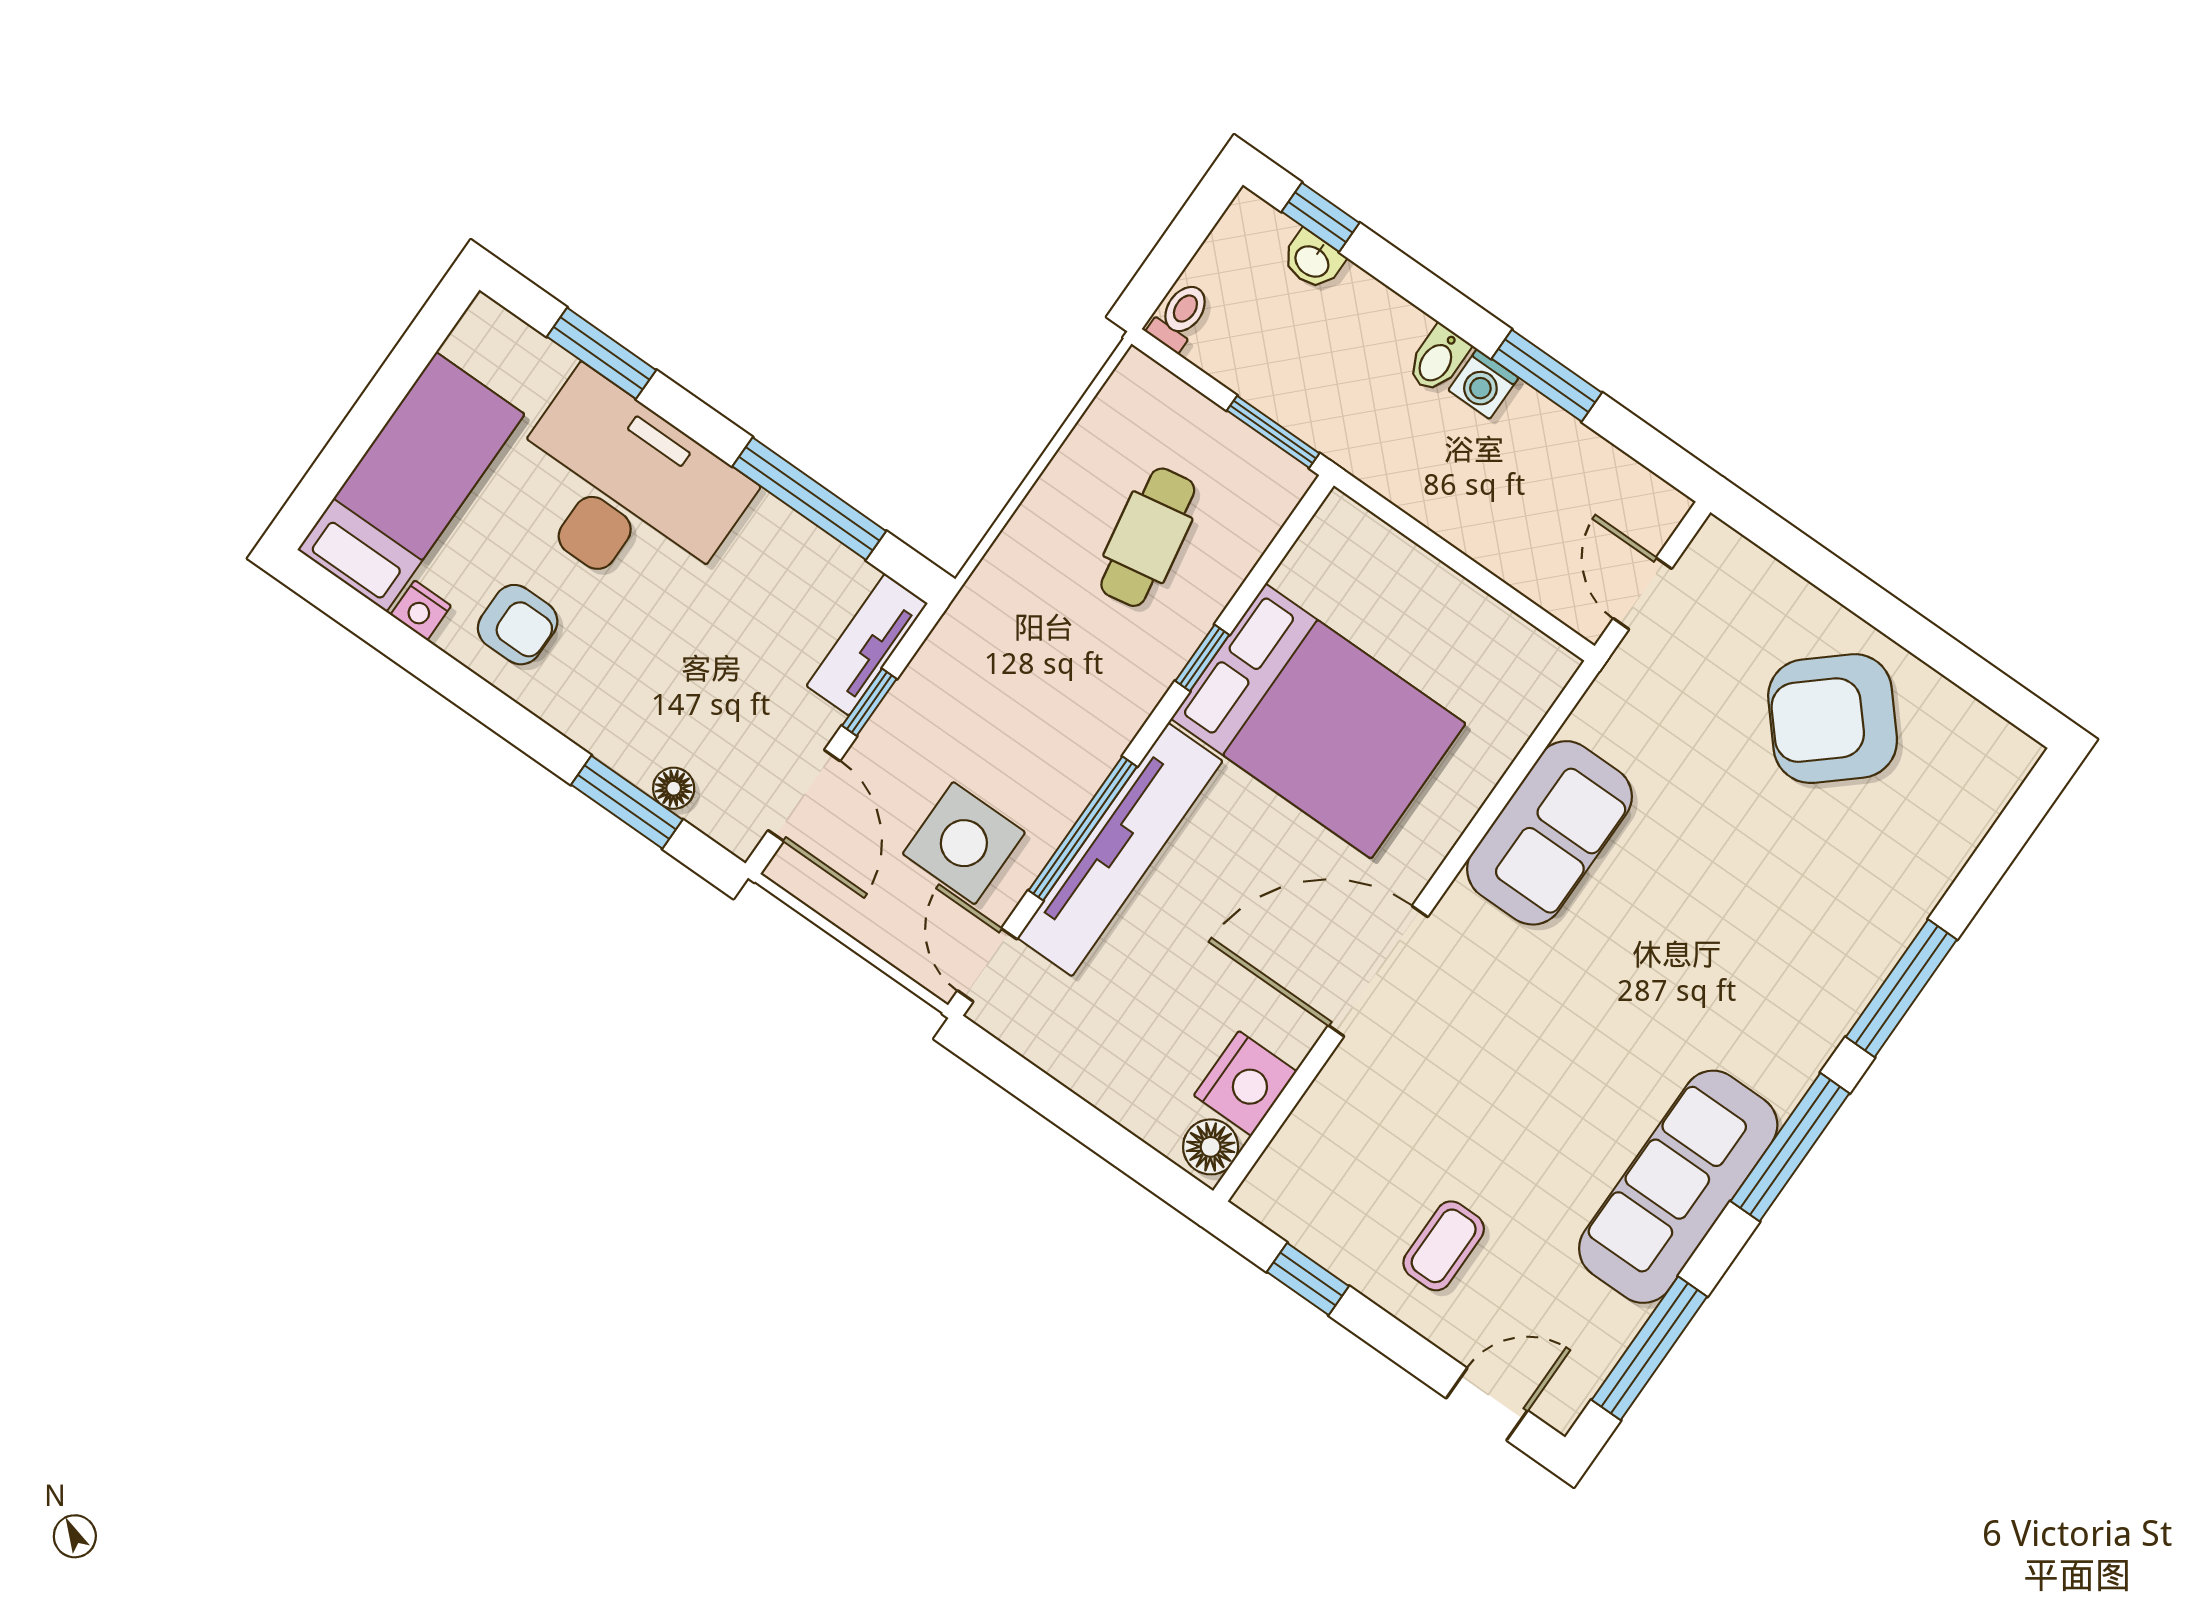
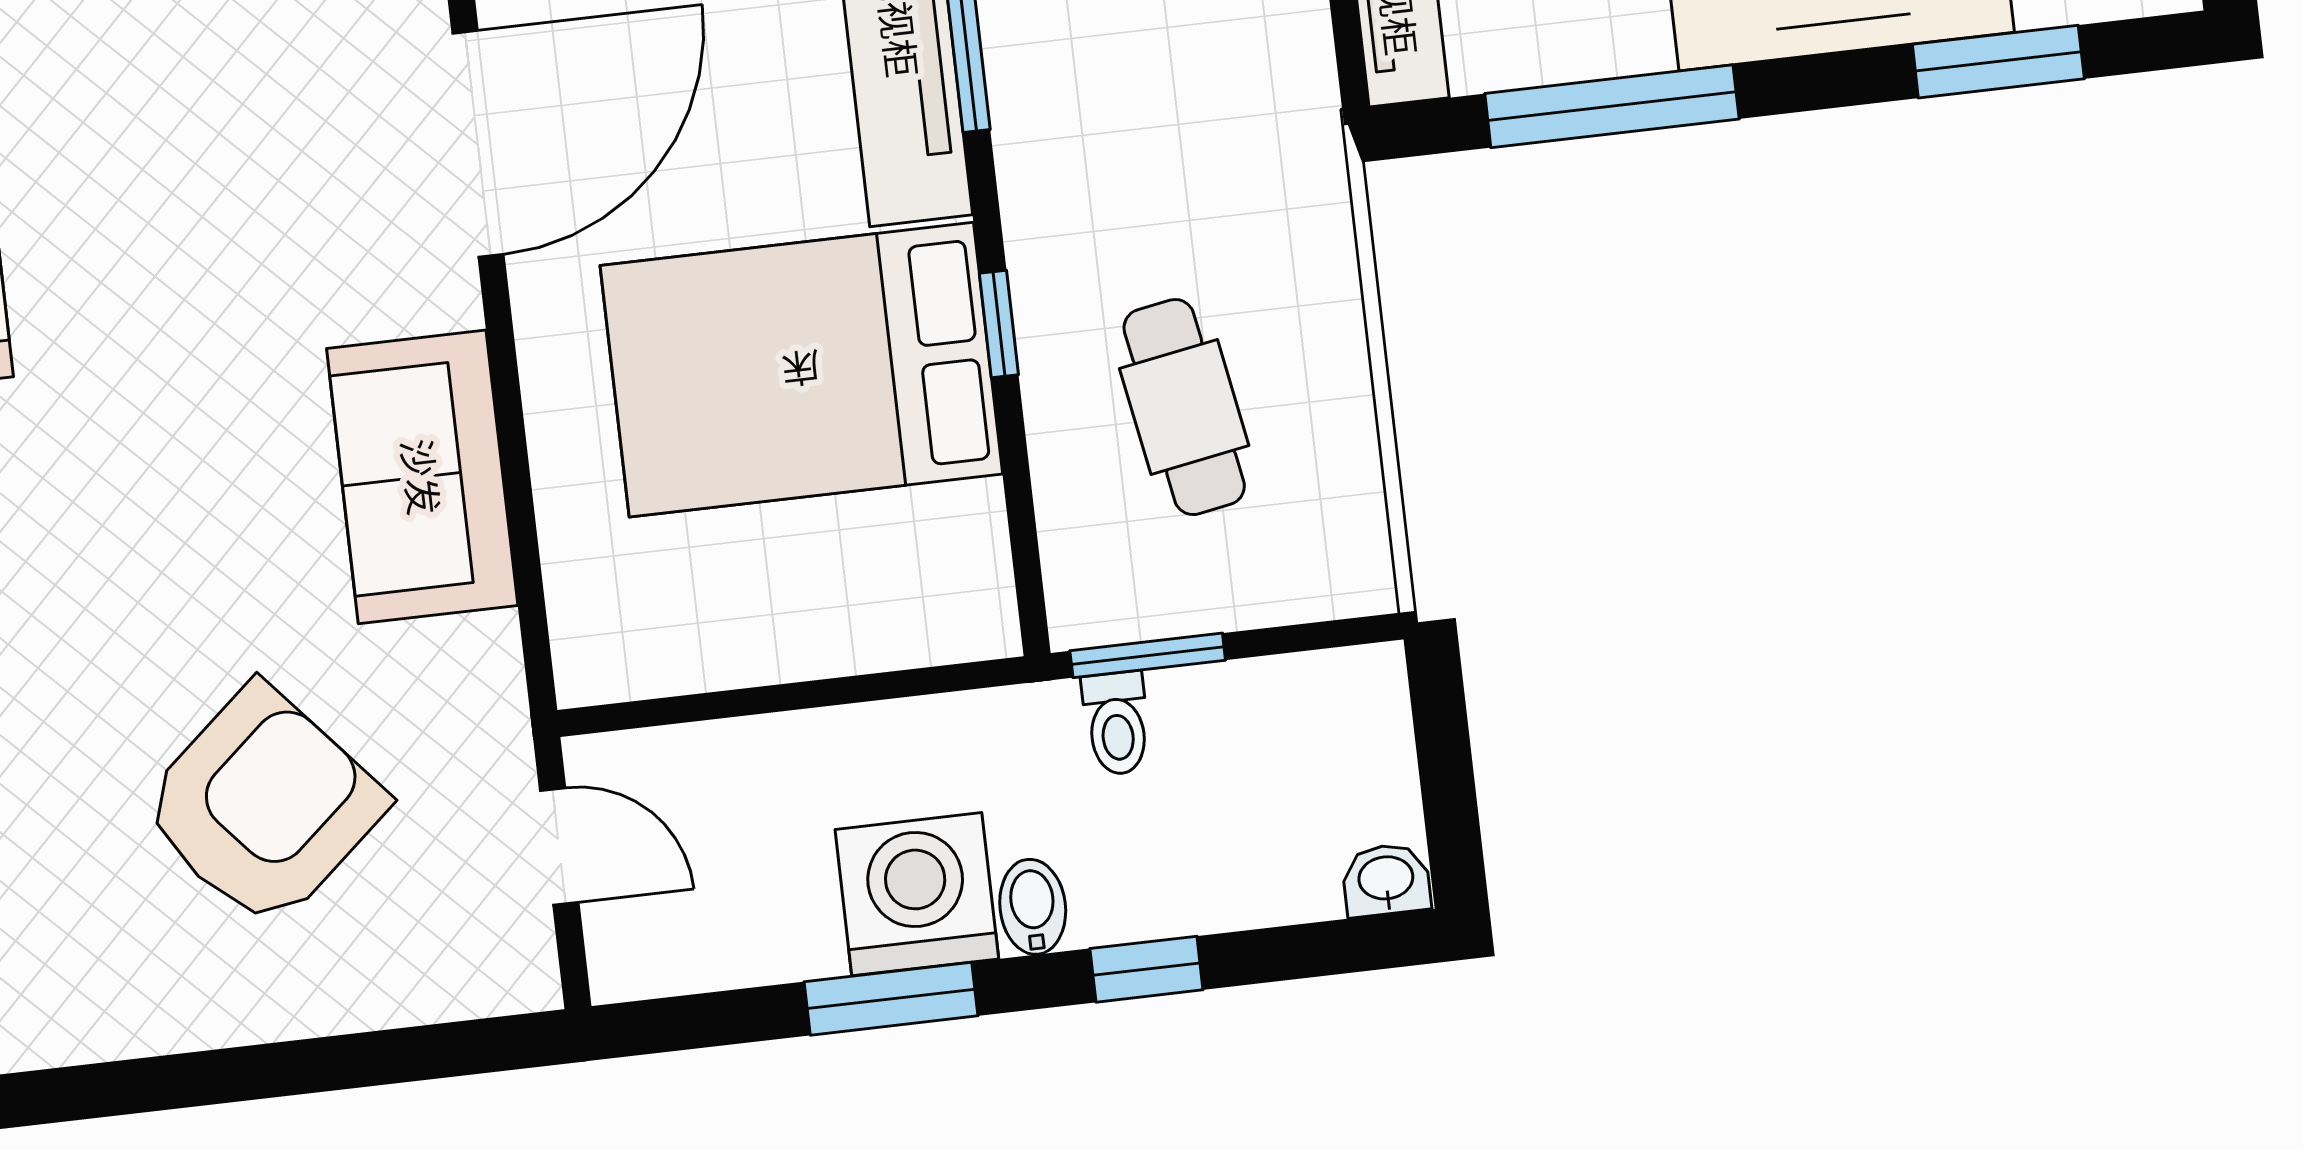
window: (1320, 217) -> (1146, 969), moved
washbasin: (1313, 260) -> (1386, 880), moved
toilet: (1180, 316) -> (1117, 723), moved
washing machine: (1483, 384) -> (917, 894), width x1.89, depth x1.89
armchair: (1833, 719) -> (263, 806), moved

